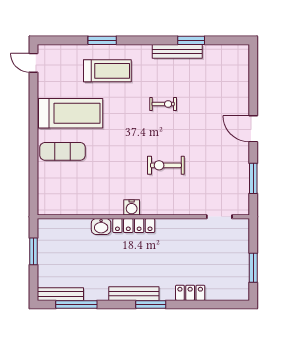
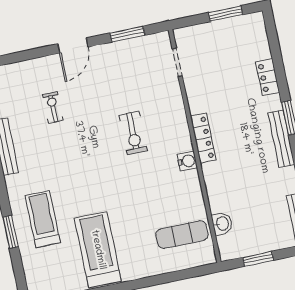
exercise bike: (163, 104) -> (53, 107), moved
exercise mat: (63, 151) -> (182, 235), moved, turned 90
washbasin: (101, 226) -> (222, 224), moved
locker: (134, 226) -> (203, 138), moved

